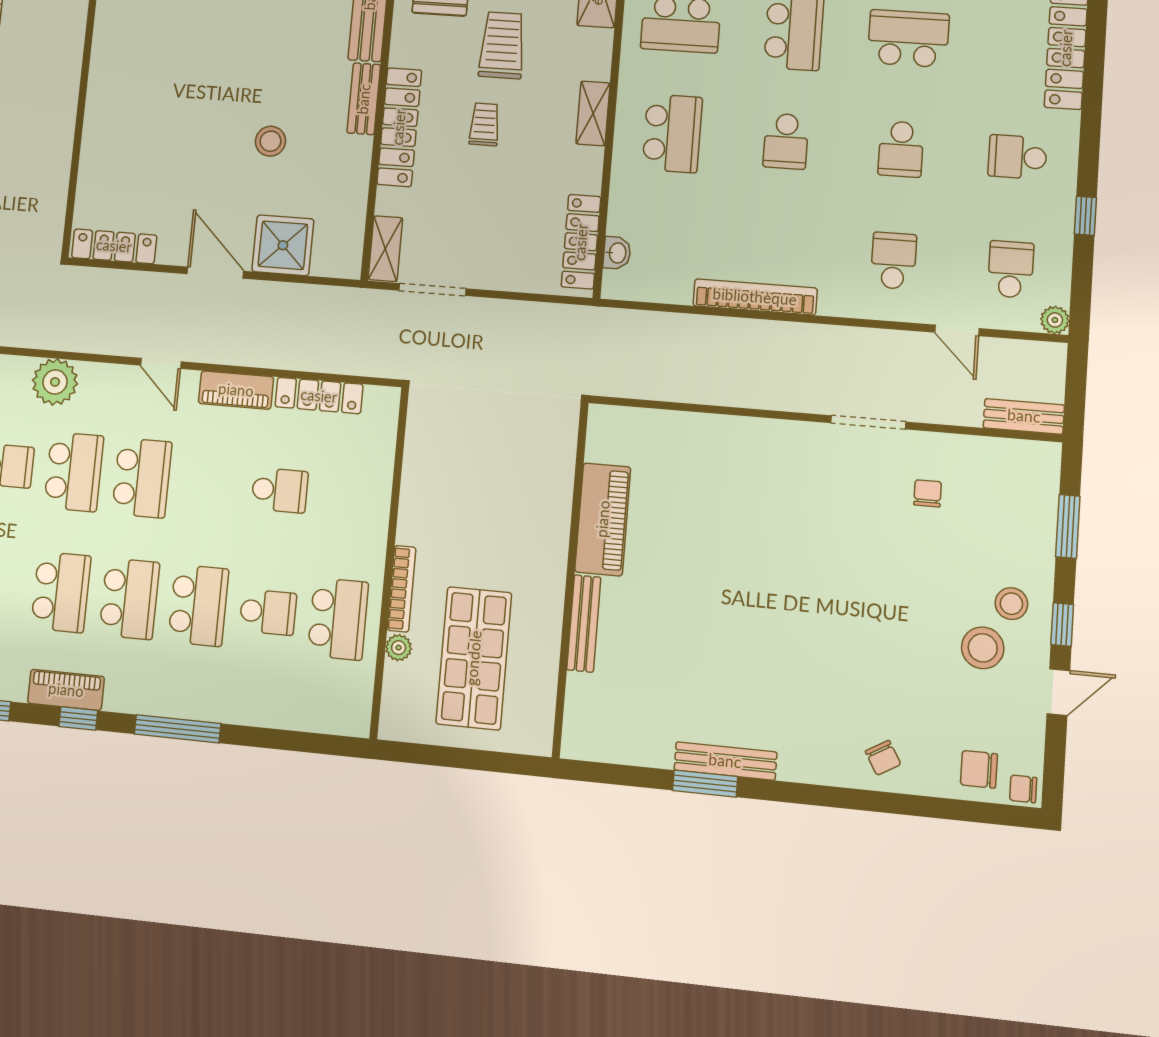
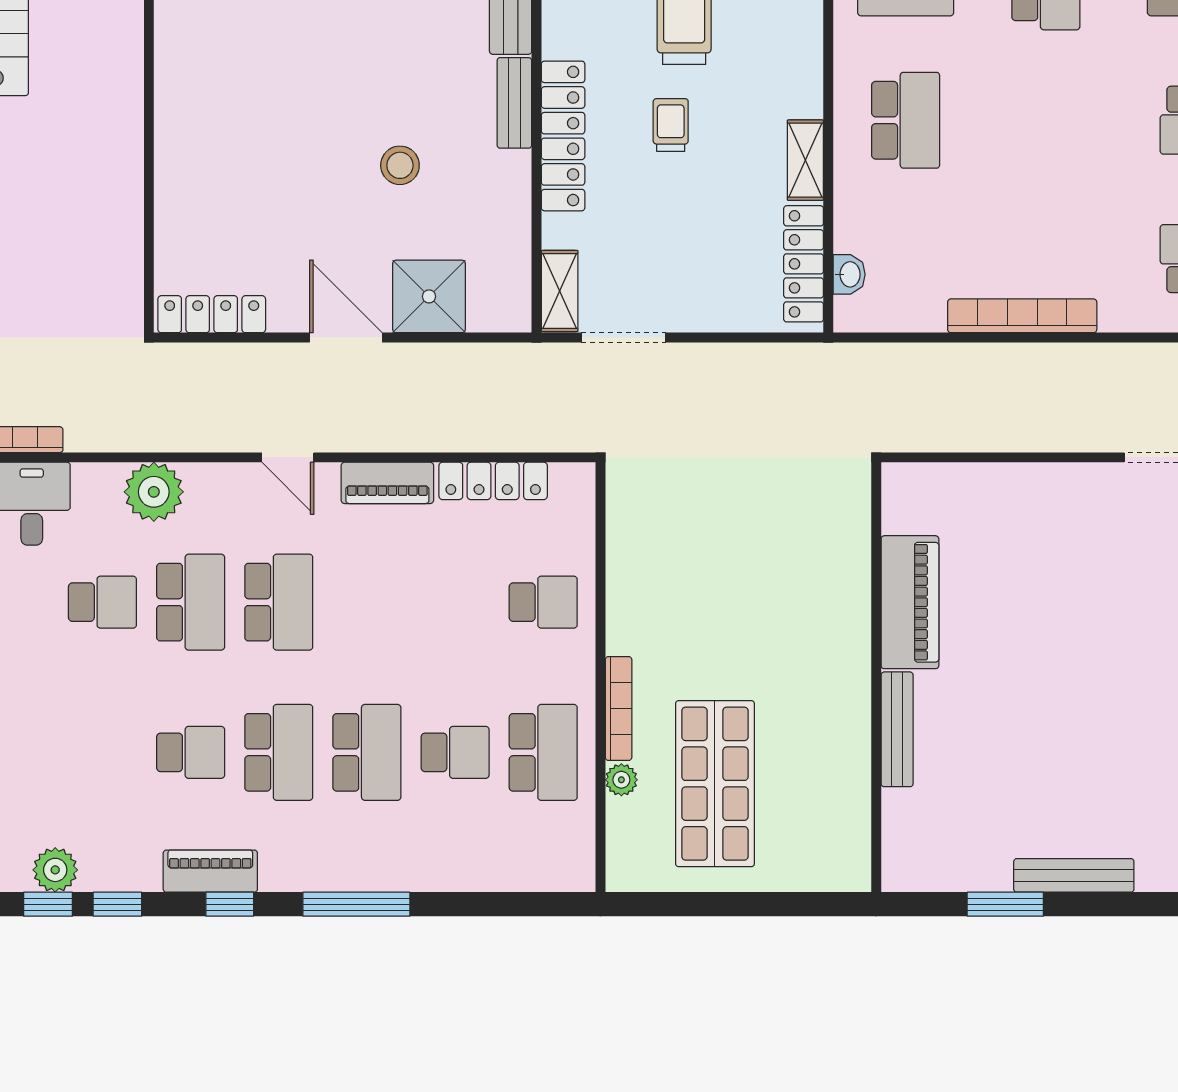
shelving: (593, 113) -> (805, 160), moved
school desk: (786, 141) -> (1046, 120), removed
school desk: (280, 490) -> (543, 602), moved
piano: (603, 519) -> (910, 602), moved
wall: (570, 579) -> (876, 677), moved
school desk: (61, 592) -> (191, 752), width x0.54
bench: (584, 623) -> (897, 729), moved
bench: (725, 761) -> (1074, 875), moved

